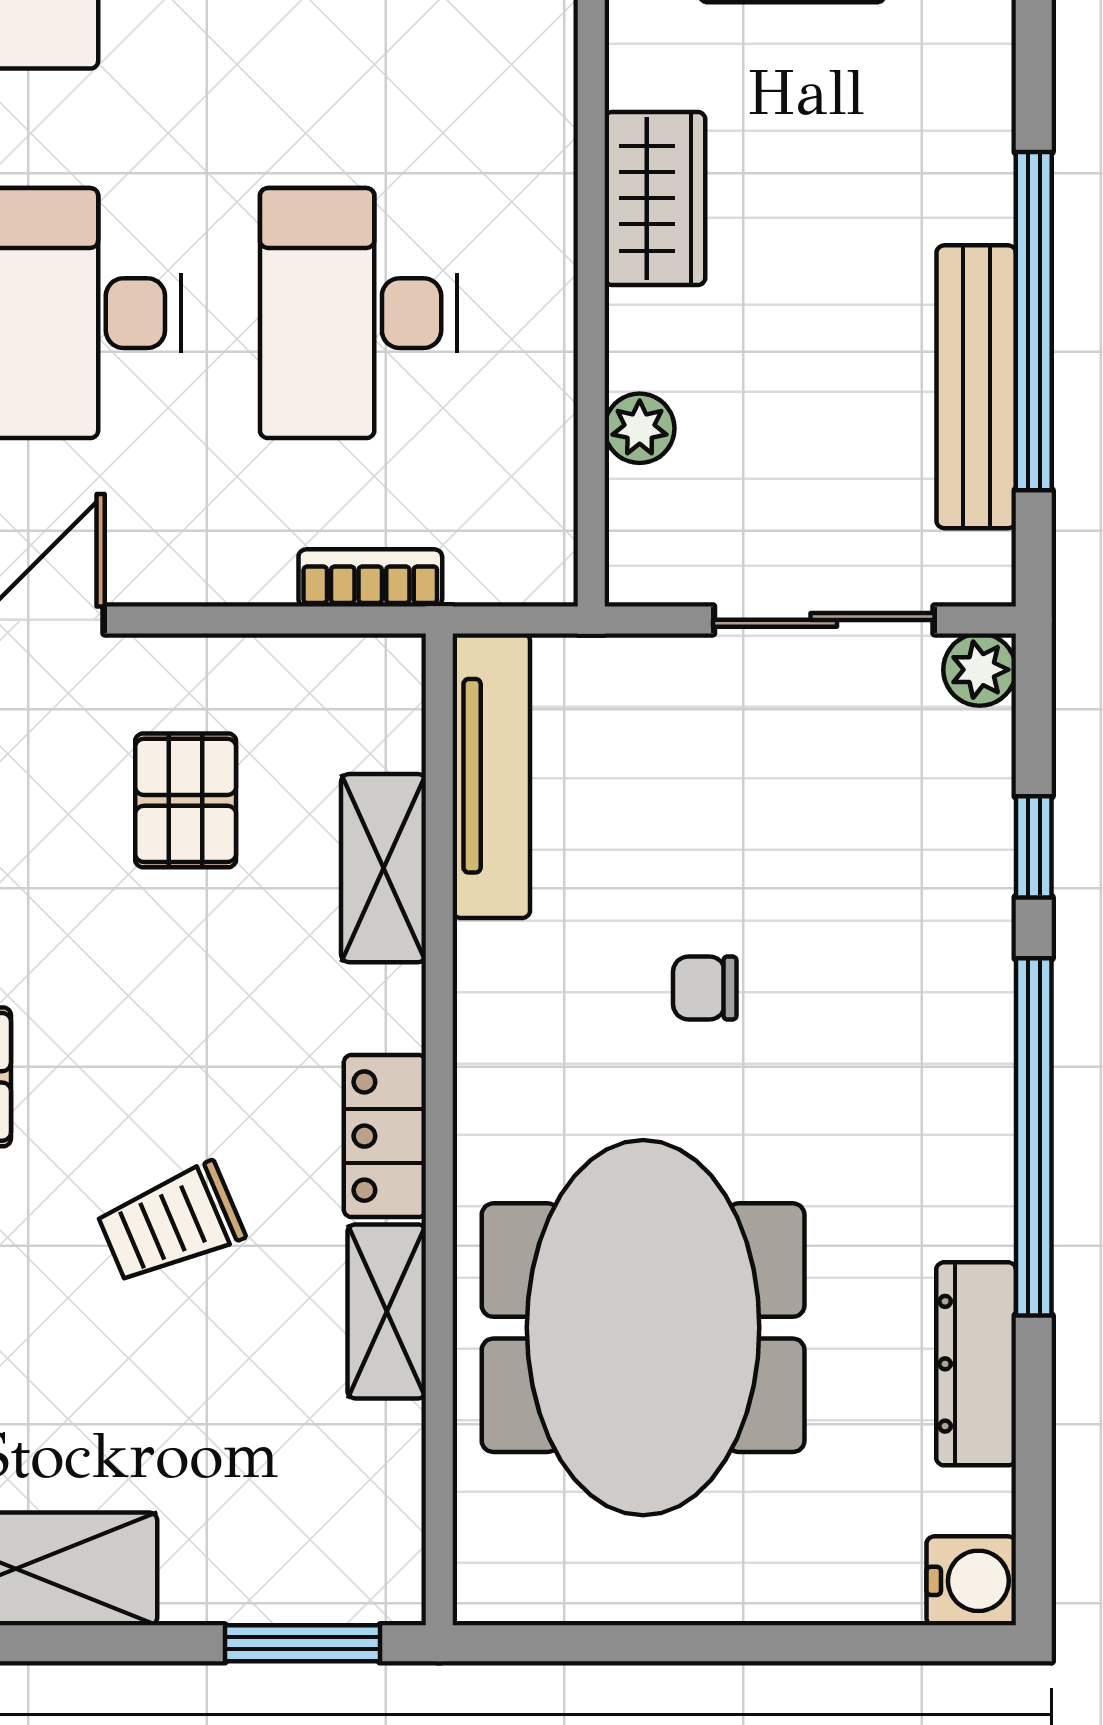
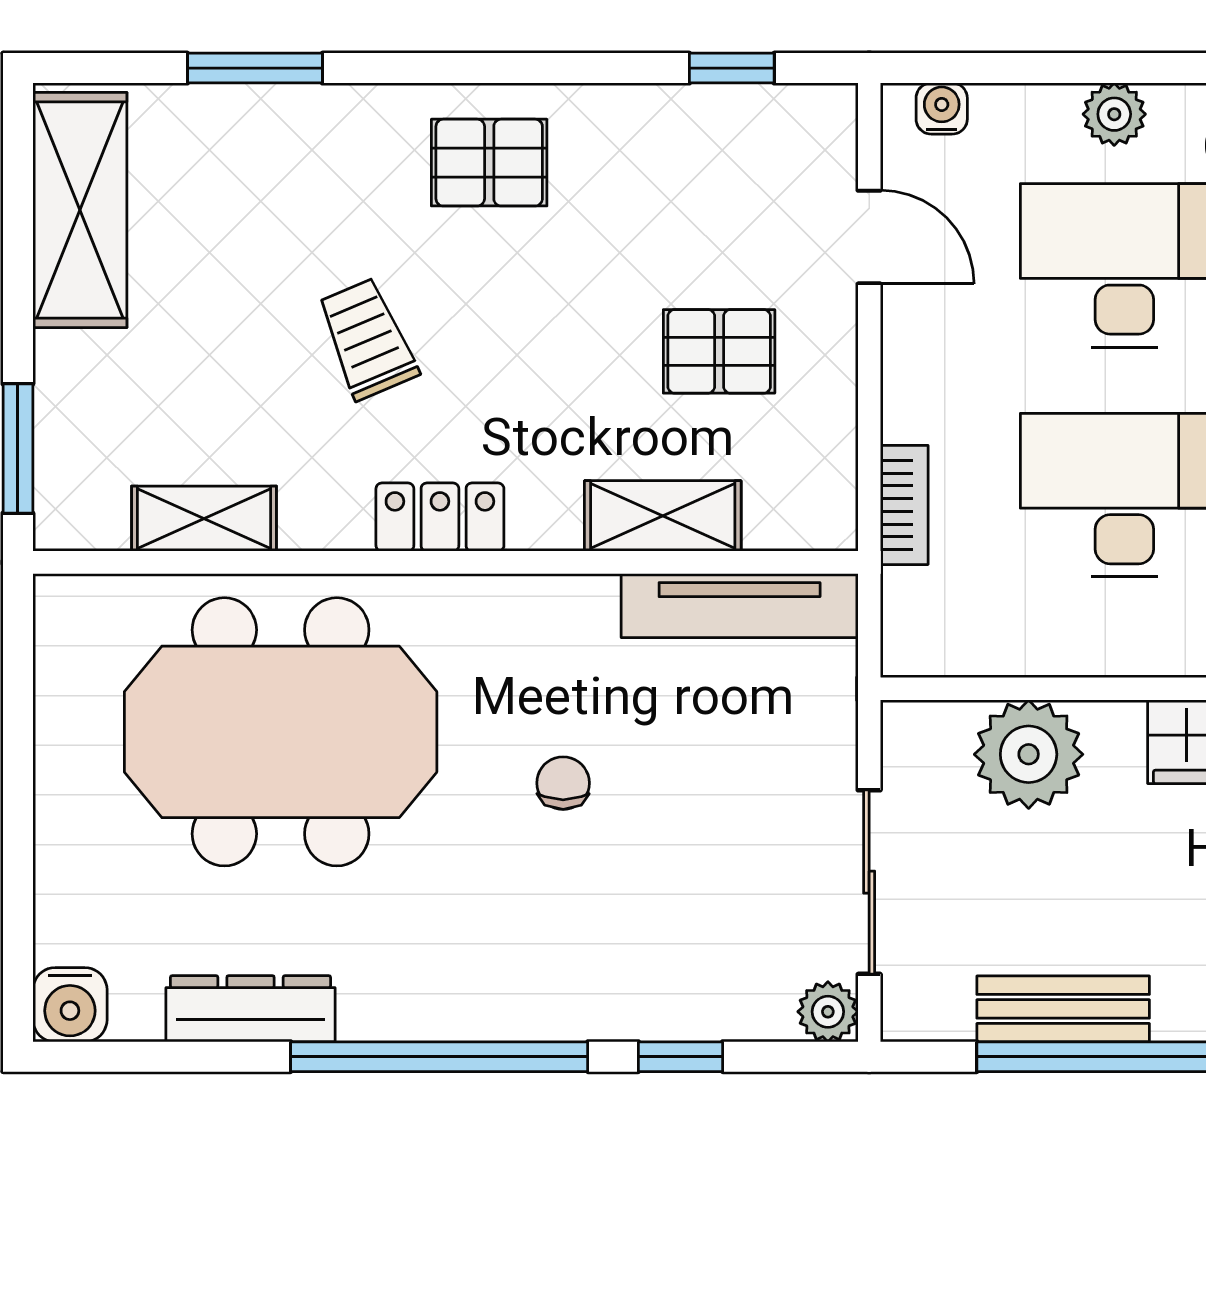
bench: (976, 387) -> (1063, 1009), width x0.73
plant: (640, 428) -> (1029, 754), width x1.88, depth x1.88
shelving: (387, 1311) -> (204, 519), moved

